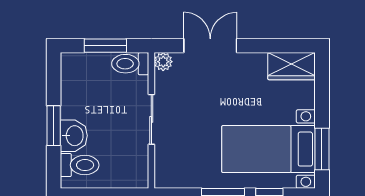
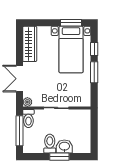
window: (105, 46) -> (19, 131), width x1.44
wardrobe: (292, 66) -> (30, 44), width x1.50
toilet: (80, 165) -> (50, 144), moved

